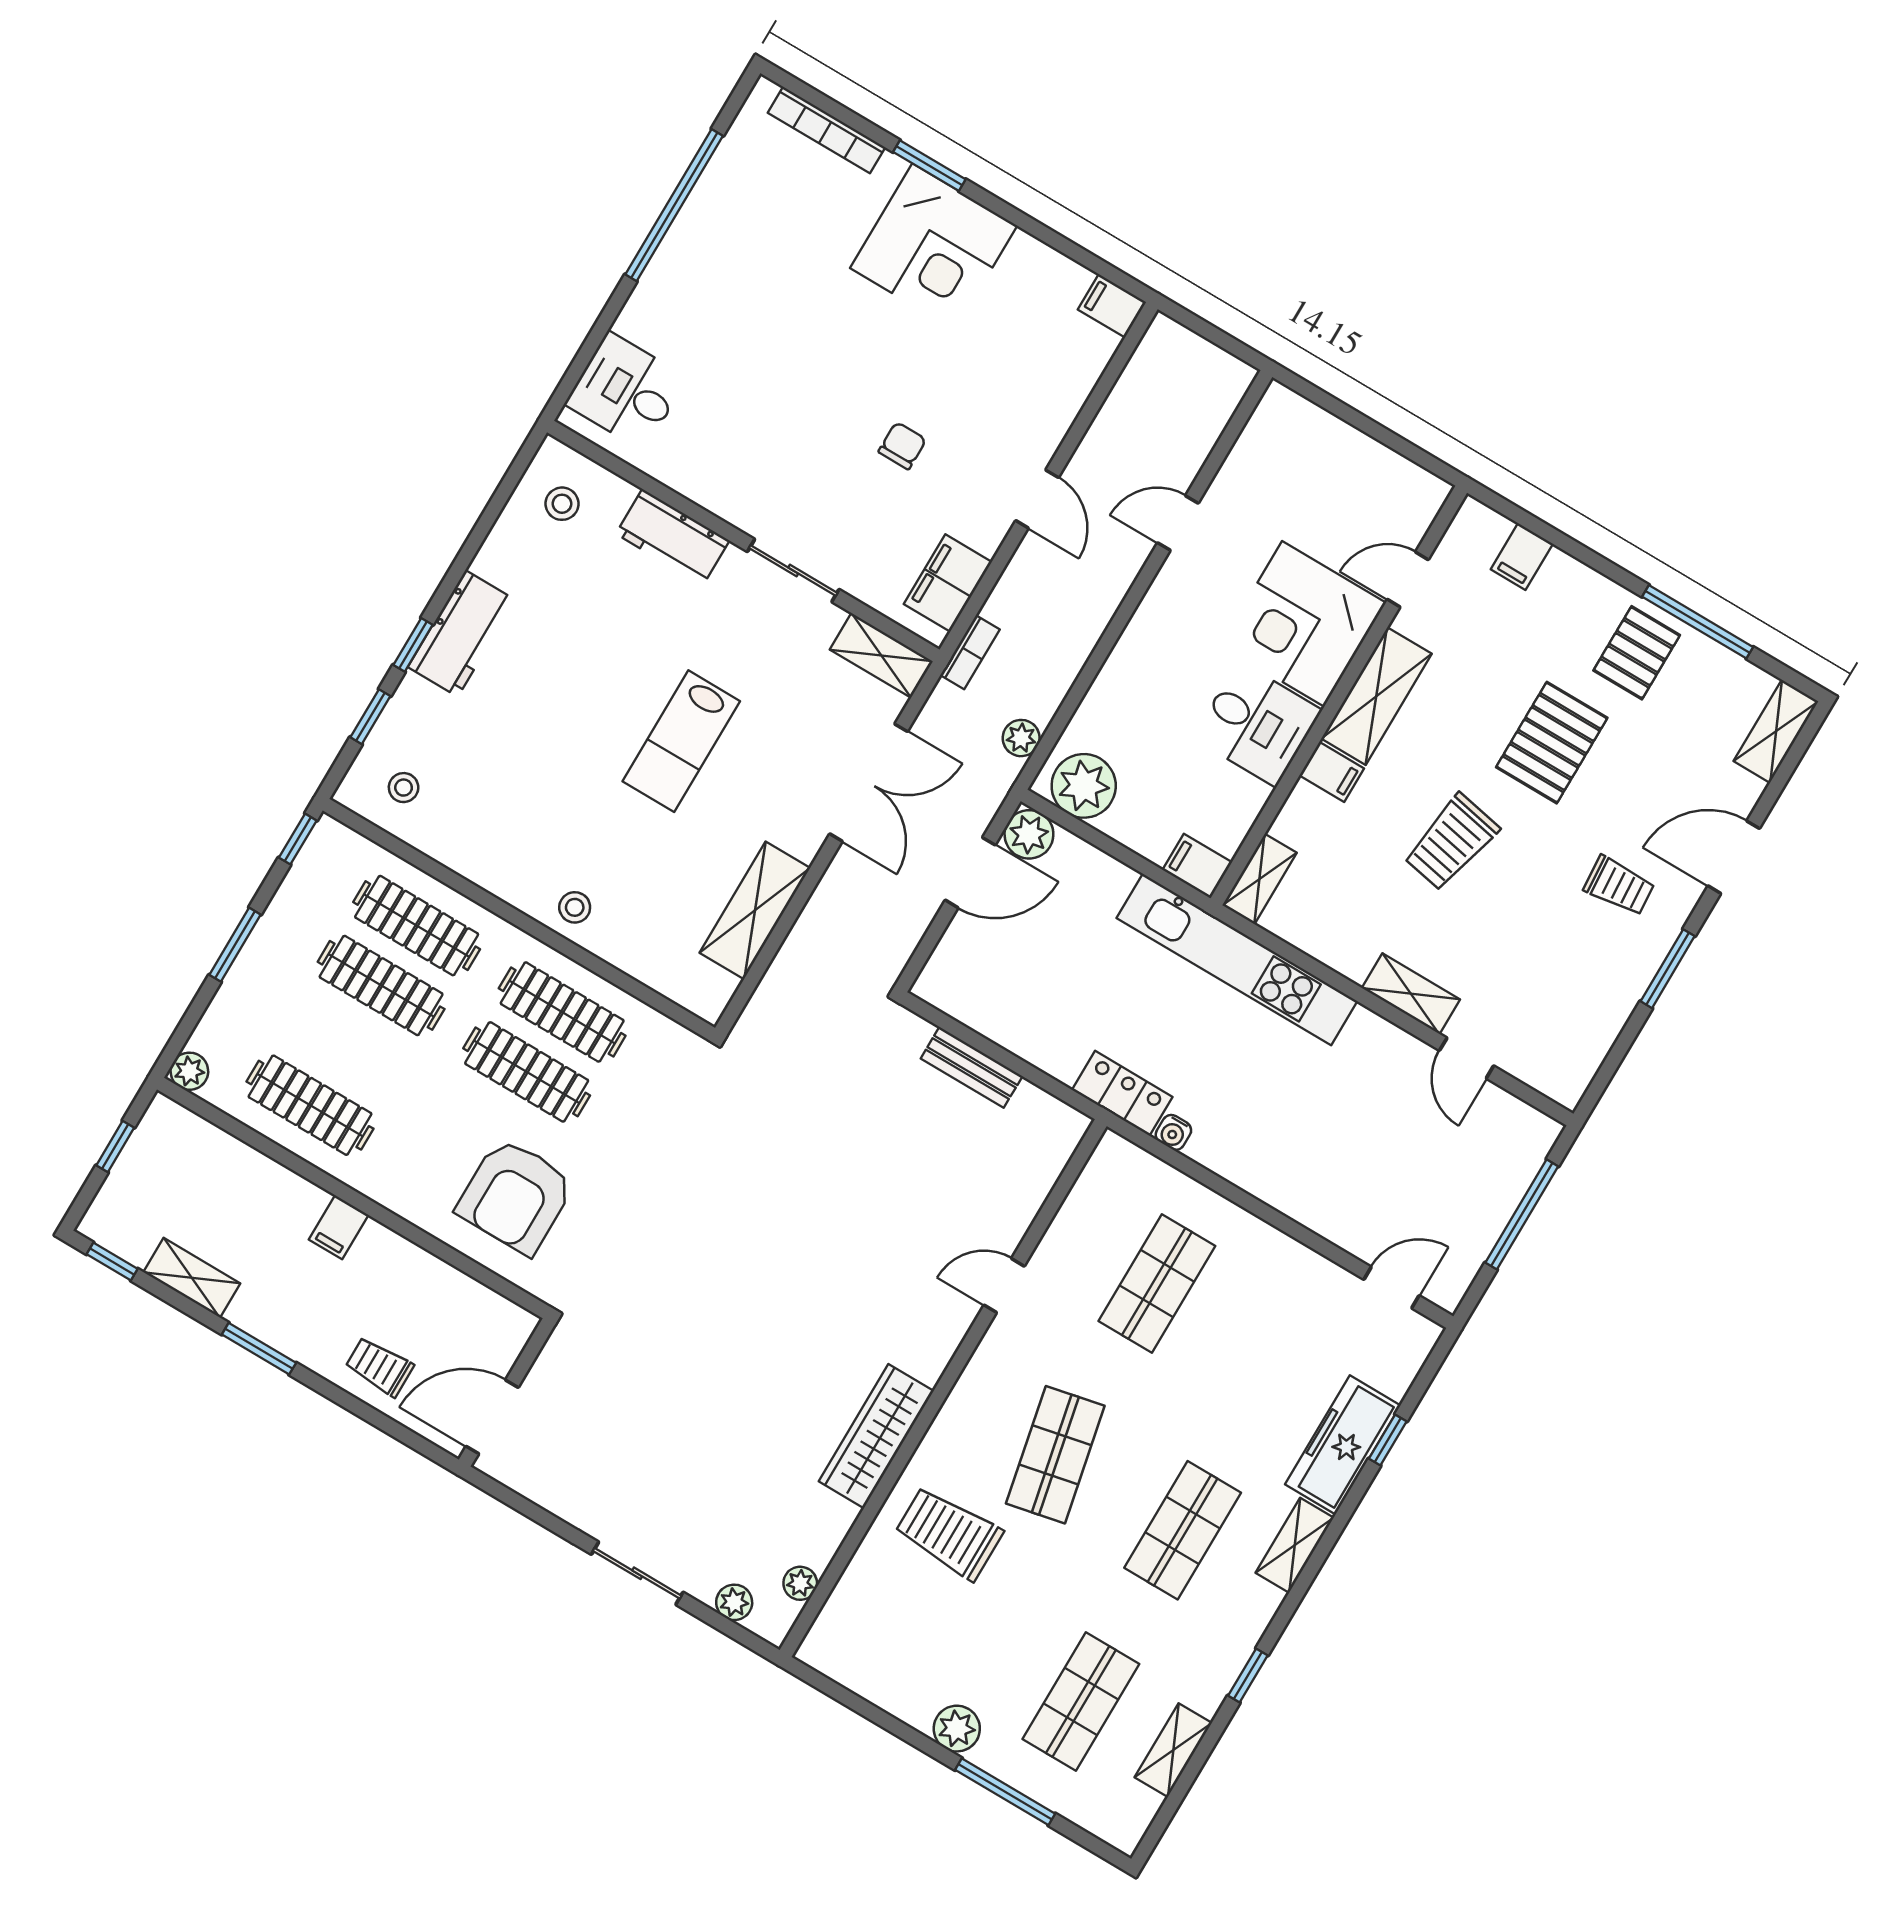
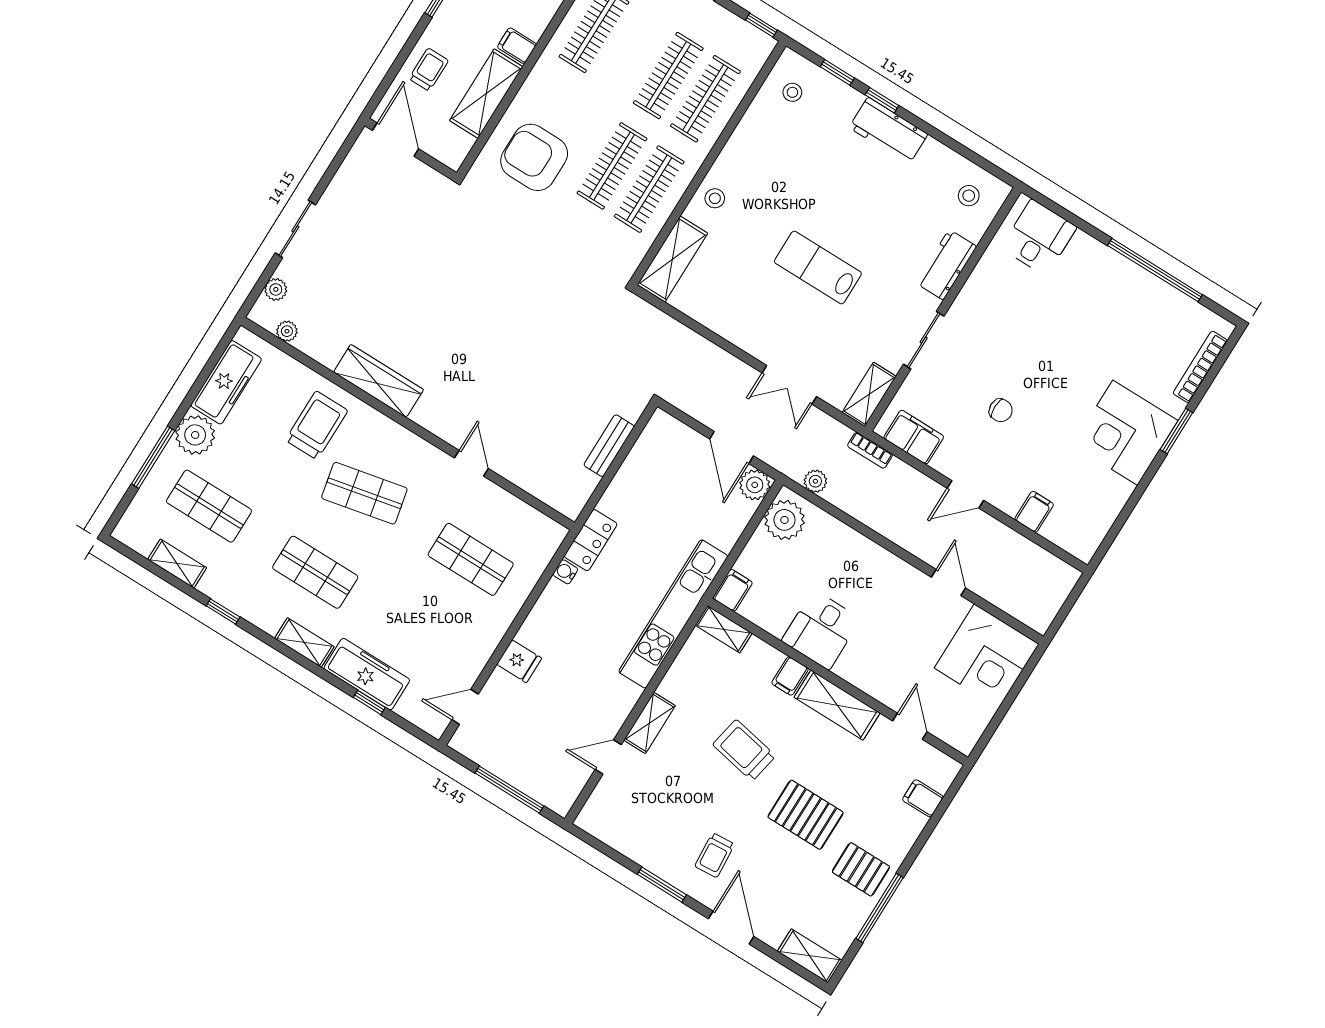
filing cabinet: (1112, 306) -> (1034, 512), moved
corner desk: (1303, 624) -> (987, 656), moved, turned 180
double door: (869, 783) -> (789, 385), width x0.73
shelving: (755, 910) -> (673, 259), moved, turned 90
fridge: (1317, 1203) -> (519, 661), added
shelving: (416, 1274) -> (486, 94), added
door: (1392, 1287) -> (465, 707), swing flipped
freezer: (883, 1678) -> (226, 382), added
plant: (957, 1729) -> (195, 435), width x1.36, depth x1.36

